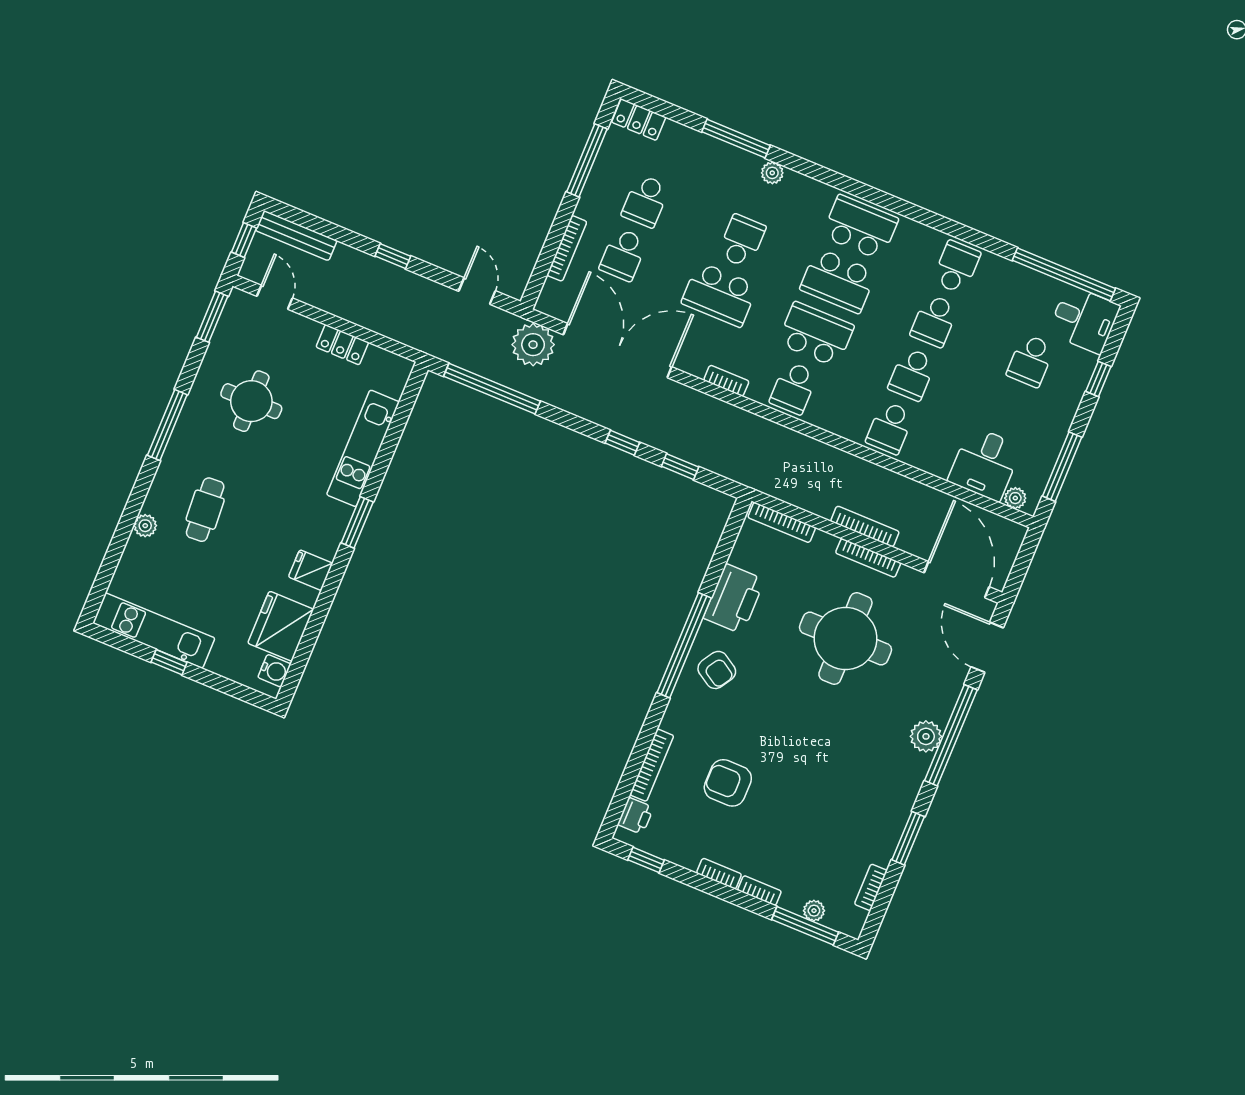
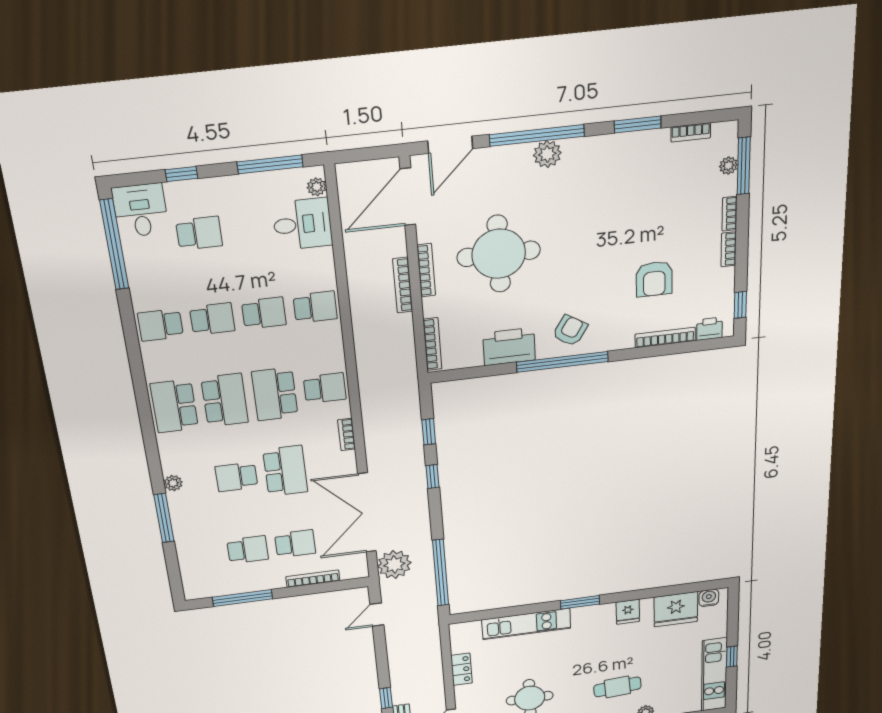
locker: (639, 120) -> (192, 582), removed
window: (393, 256) -> (386, 698), moved

